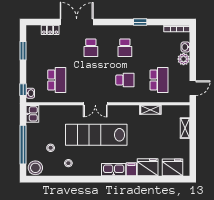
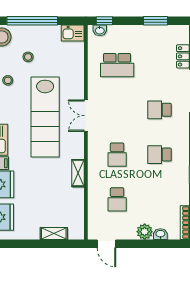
school desk: (159, 80) -> (117, 199), width x0.54
shelving: (150, 110) -> (78, 173), moved
lab bench: (96, 135) -> (45, 117), turned 180

